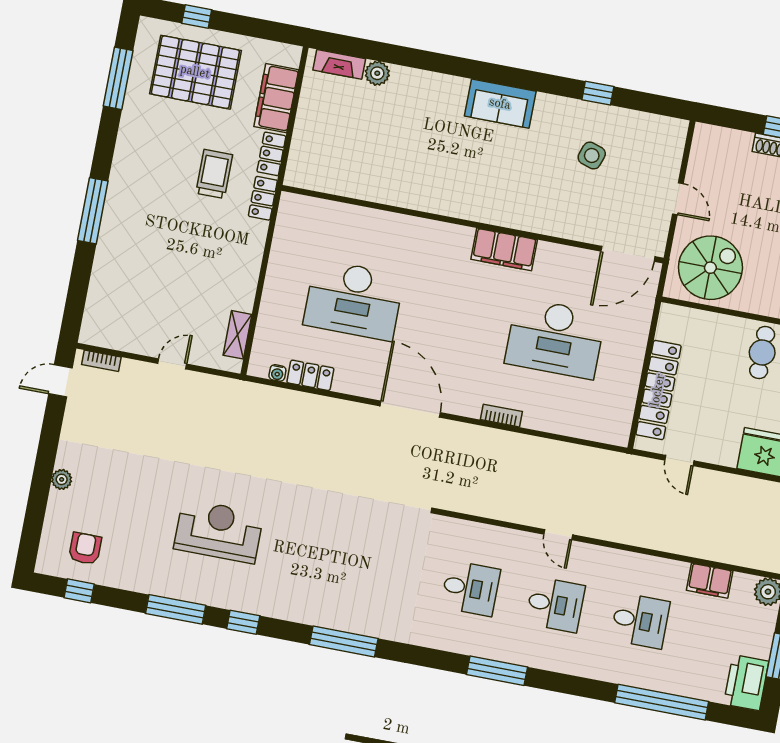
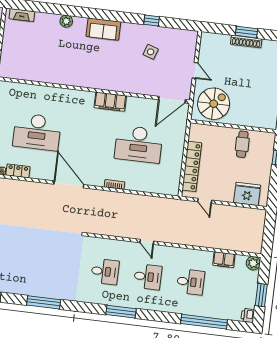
plant: (377, 73) -> (66, 21), moved
printer: (746, 683) -> (248, 315), width x0.53, depth x0.68

